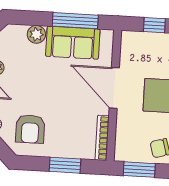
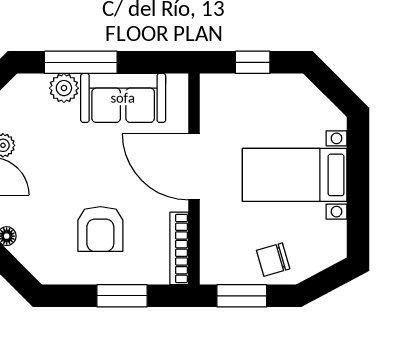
window: (75, 21) -> (81, 62), moved
armchair: (30, 129) -> (100, 229), moved

